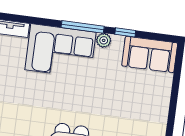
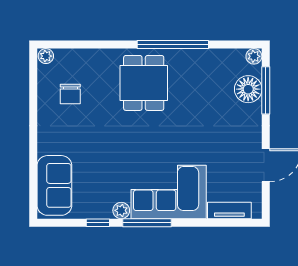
sofa: (150, 54) -> (54, 185), moved, turned 90

